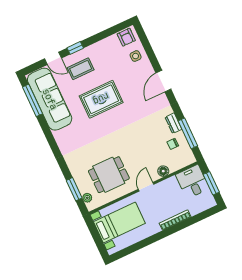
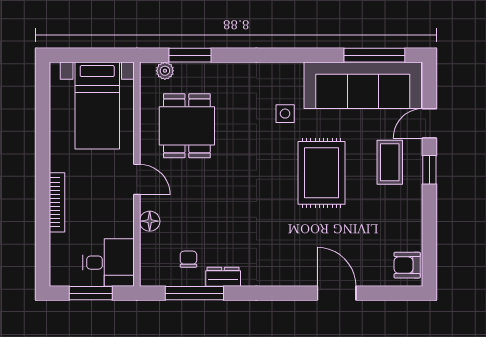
side table: (136, 56) -> (285, 114), moved
door: (163, 81) -> (337, 293), moved

